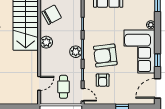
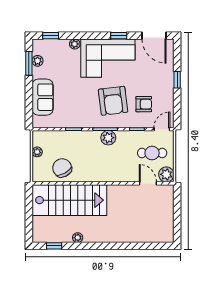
plant: (46, 42) -> (166, 174), moved

